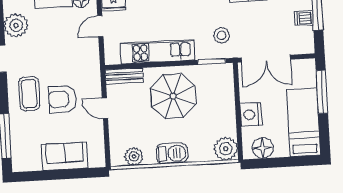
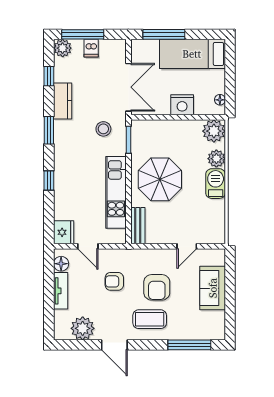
armchair: (66, 55) -> (114, 281), added
door: (105, 108) -> (187, 246), moved
floor lamp: (263, 148) -> (220, 100), width x0.53, depth x0.53
plant: (134, 156) -> (216, 159), moved

